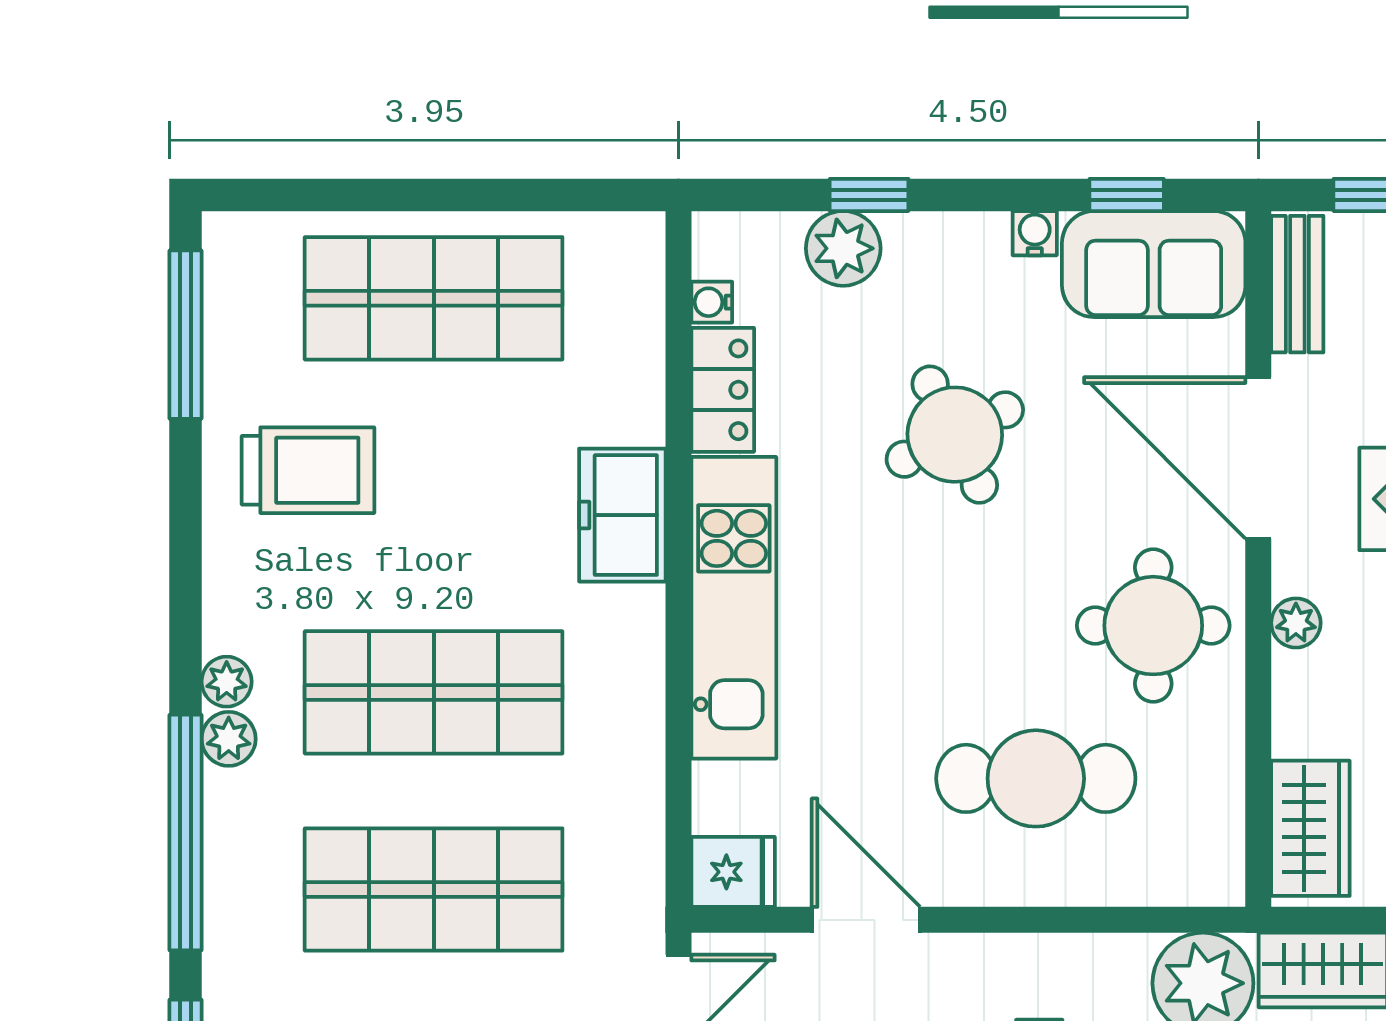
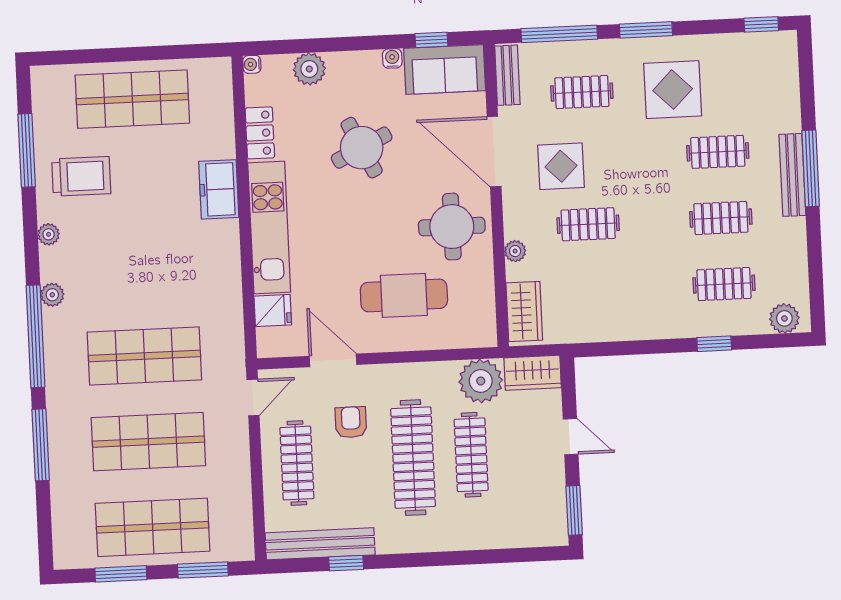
window: (869, 195) -> (319, 45), removed
water cooler: (712, 302) -> (252, 64), moved
window: (185, 335) -> (27, 150), moved
plant: (1296, 623) -> (515, 251), moved
plant: (227, 682) -> (49, 234), moved
shop shelf: (434, 692) -> (140, 270), removed
fridge: (733, 872) -> (273, 310), moved

